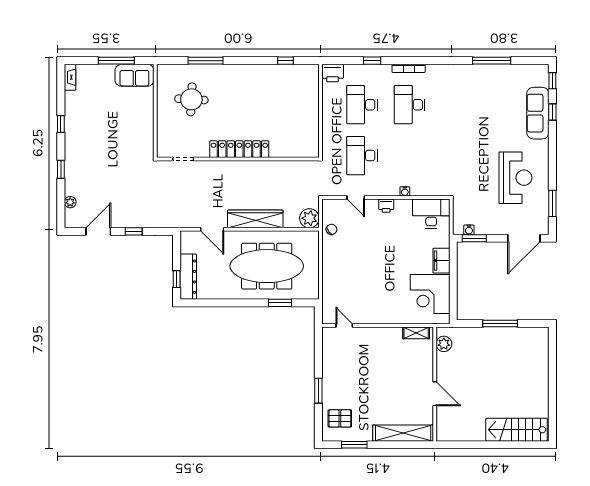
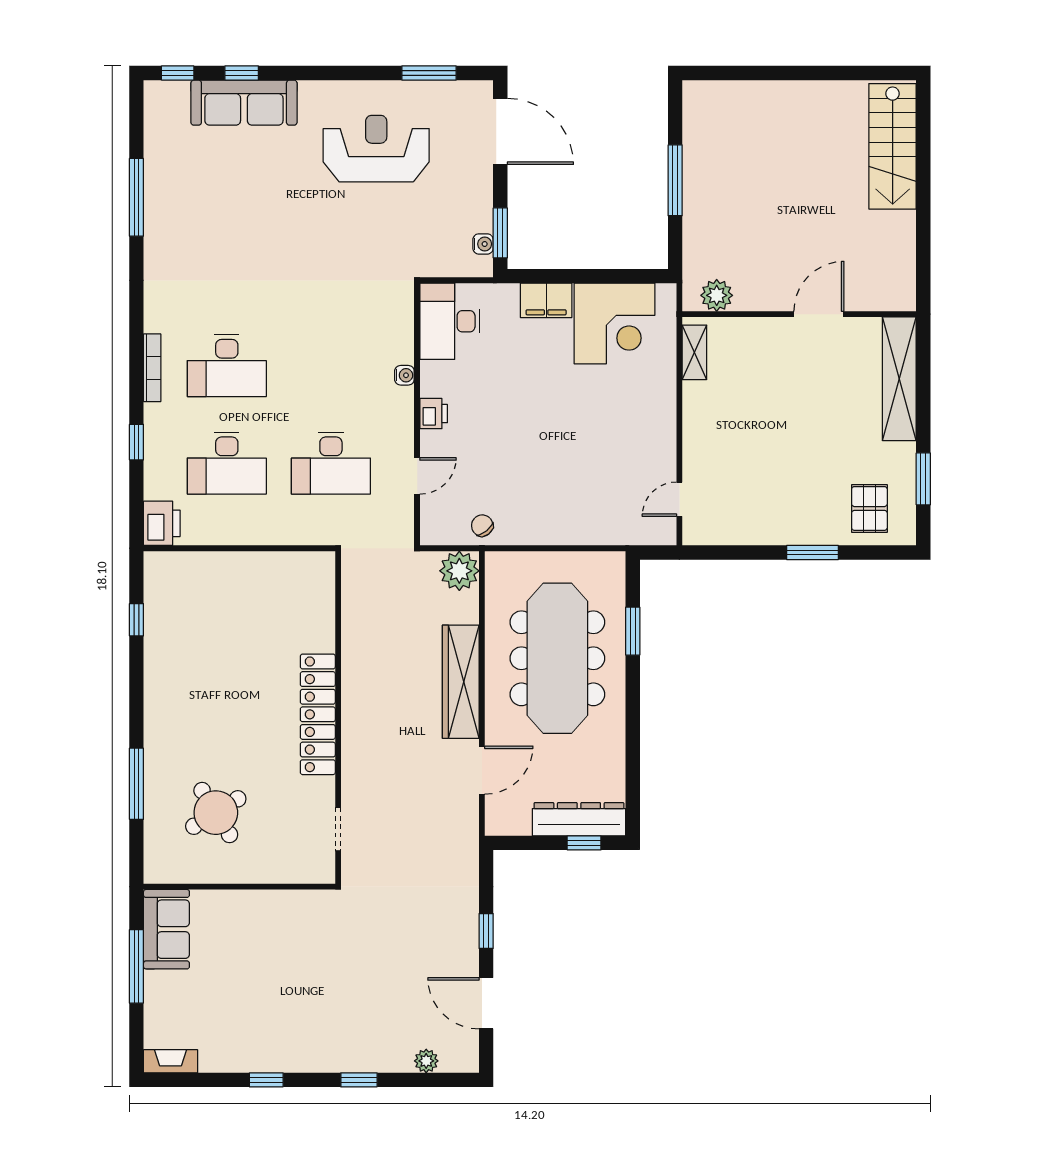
round table: (191, 99) -> (216, 813), turned -35

